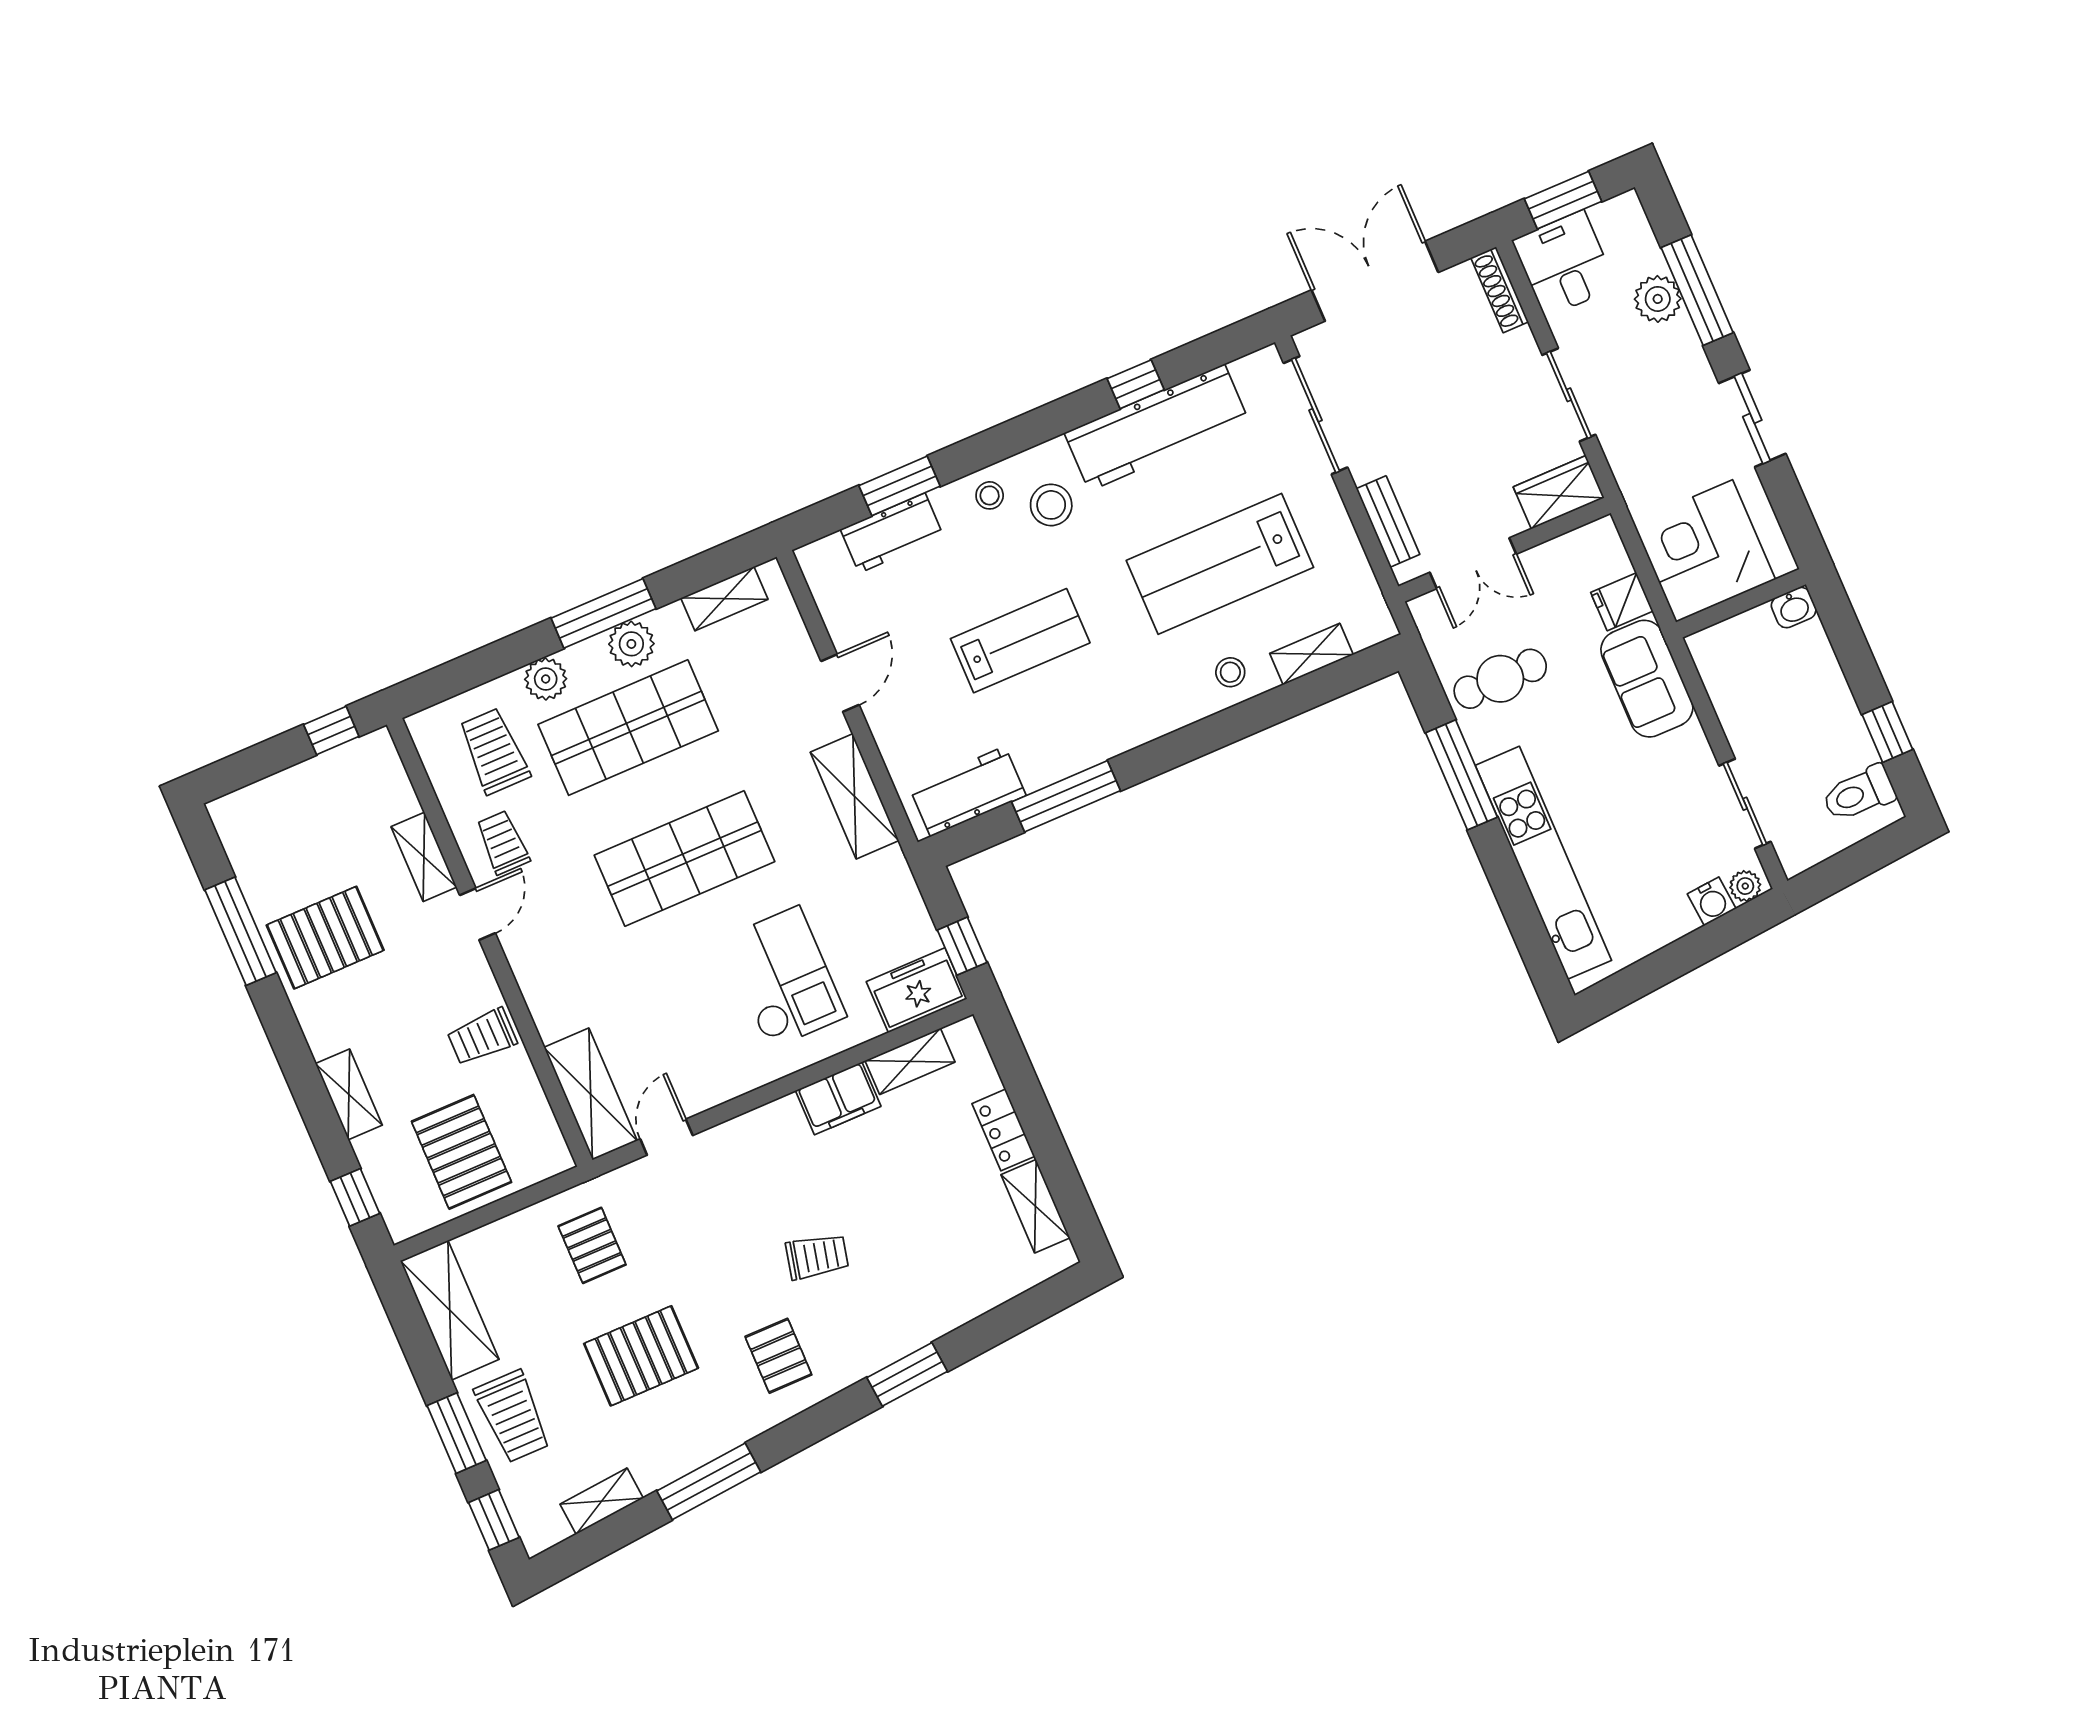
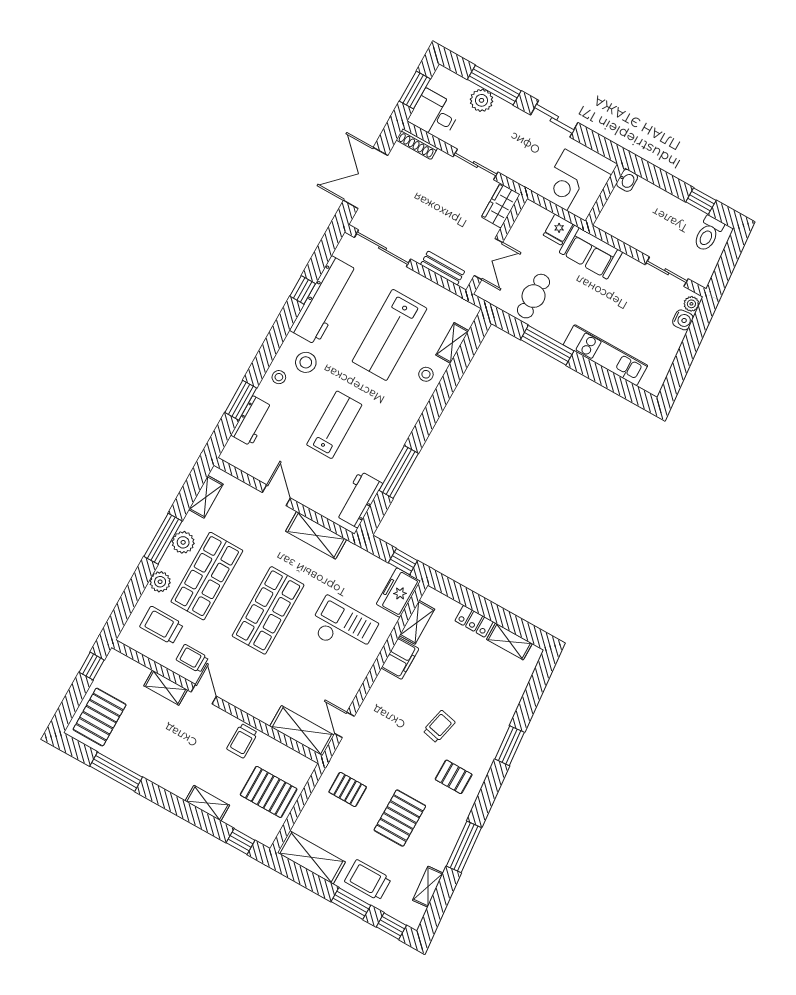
kitchen unit: (1543, 863) -> (606, 355), width x0.73
pallet: (325, 938) -> (100, 717), moved
trolley: (513, 1416) -> (368, 880), turned 180

